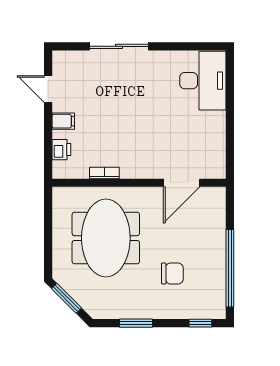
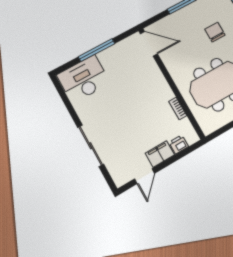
window: (230, 115) -> (96, 50), added
filing cabinet: (63, 121) -> (160, 154), width x2.00
door: (182, 183) -> (149, 44), moved

